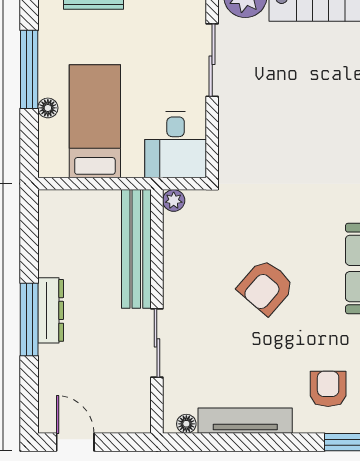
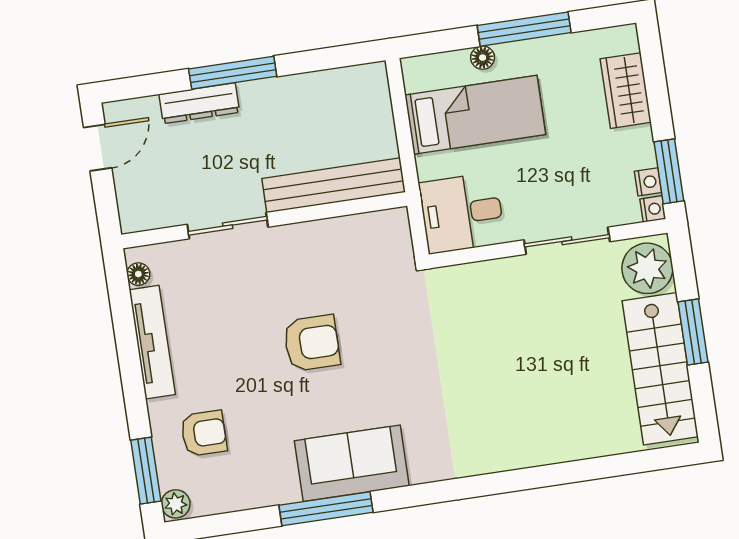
plant: (174, 200) -> (397, 220), removed
armchair: (266, 287) -> (312, 343), turned 139
dresser: (51, 310) -> (199, 103), moved

